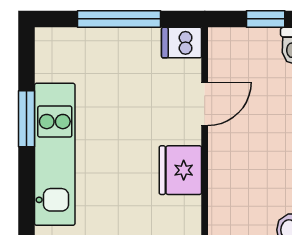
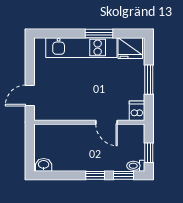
window: (119, 19) -> (149, 80), width x0.69
fridge: (180, 170) -> (130, 48), moved, turned 180

